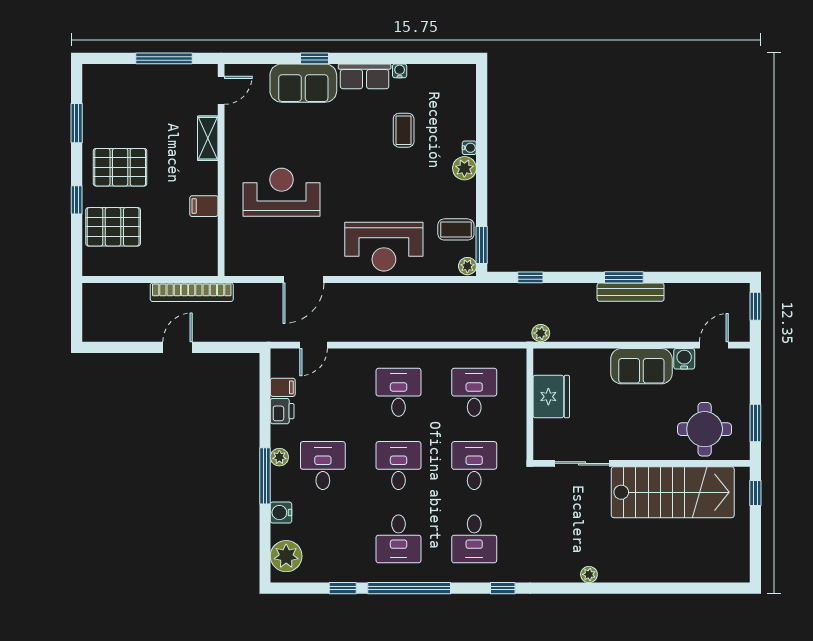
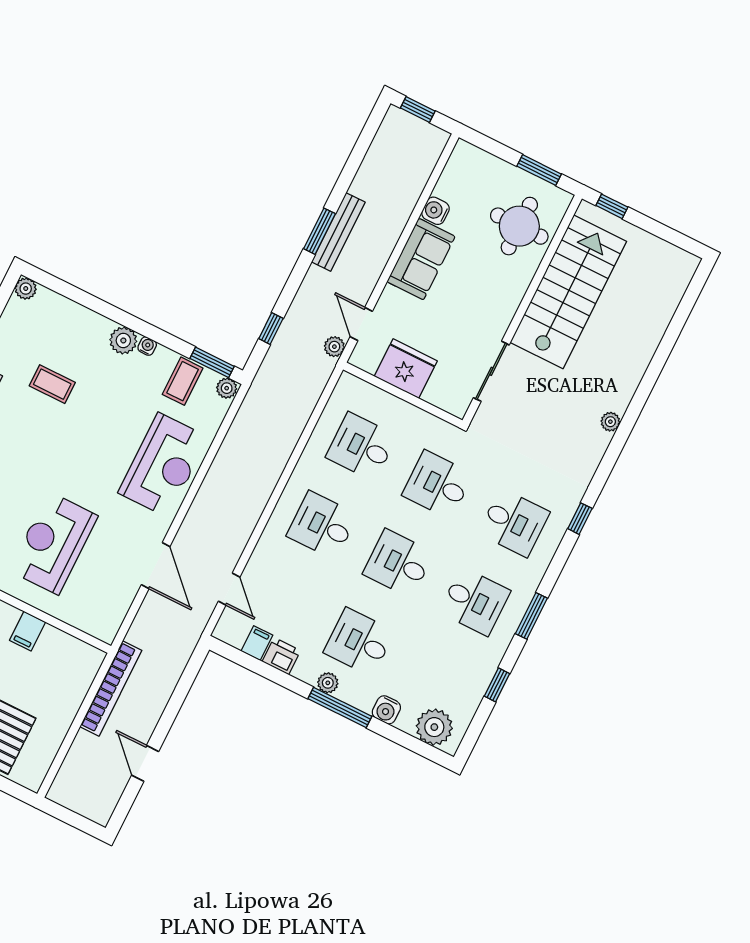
plant: (467, 73) -> (26, 289), added
water cooler: (469, 148) -> (147, 346), moved
door: (714, 345) -> (361, 324), moved
door: (177, 347) -> (145, 763), moved
window: (409, 588) -> (531, 616), width x0.47

